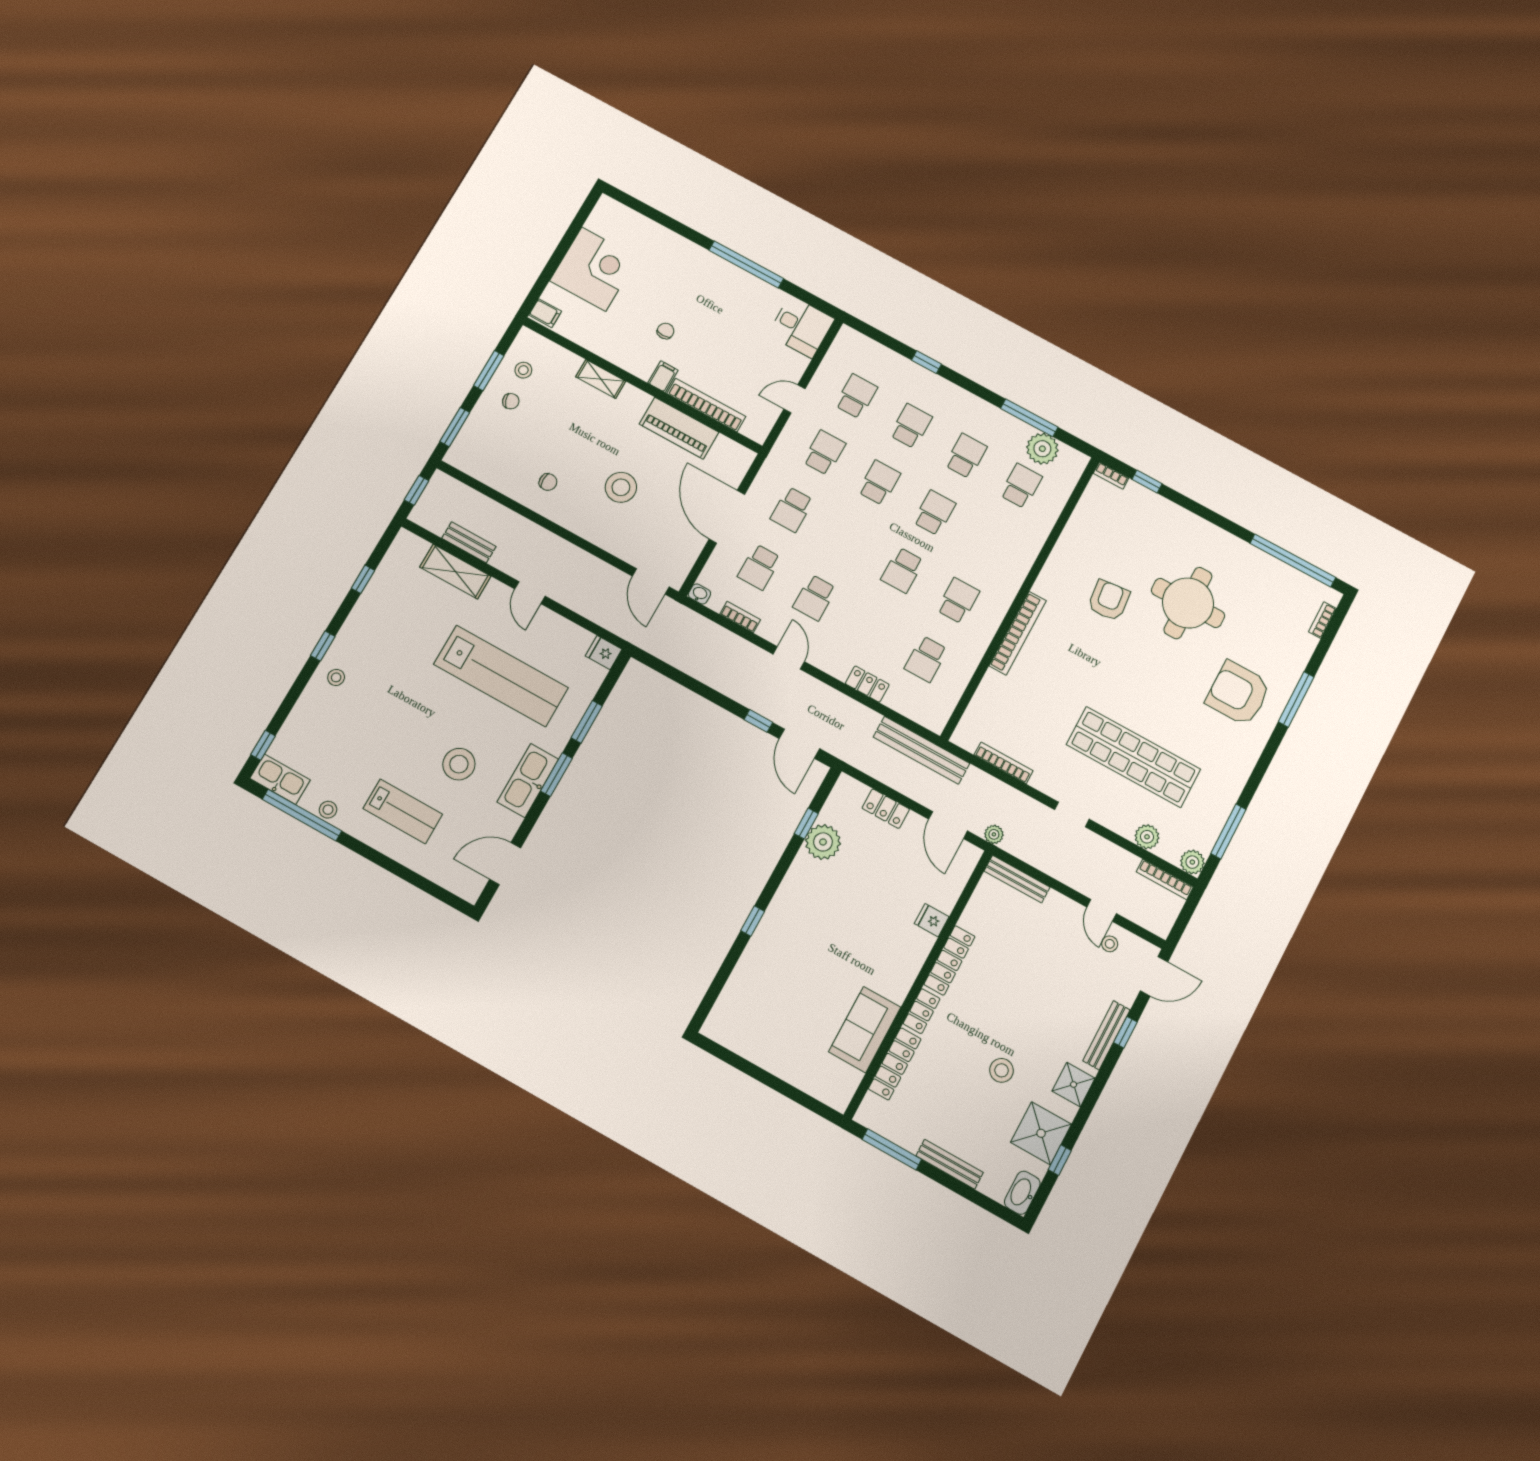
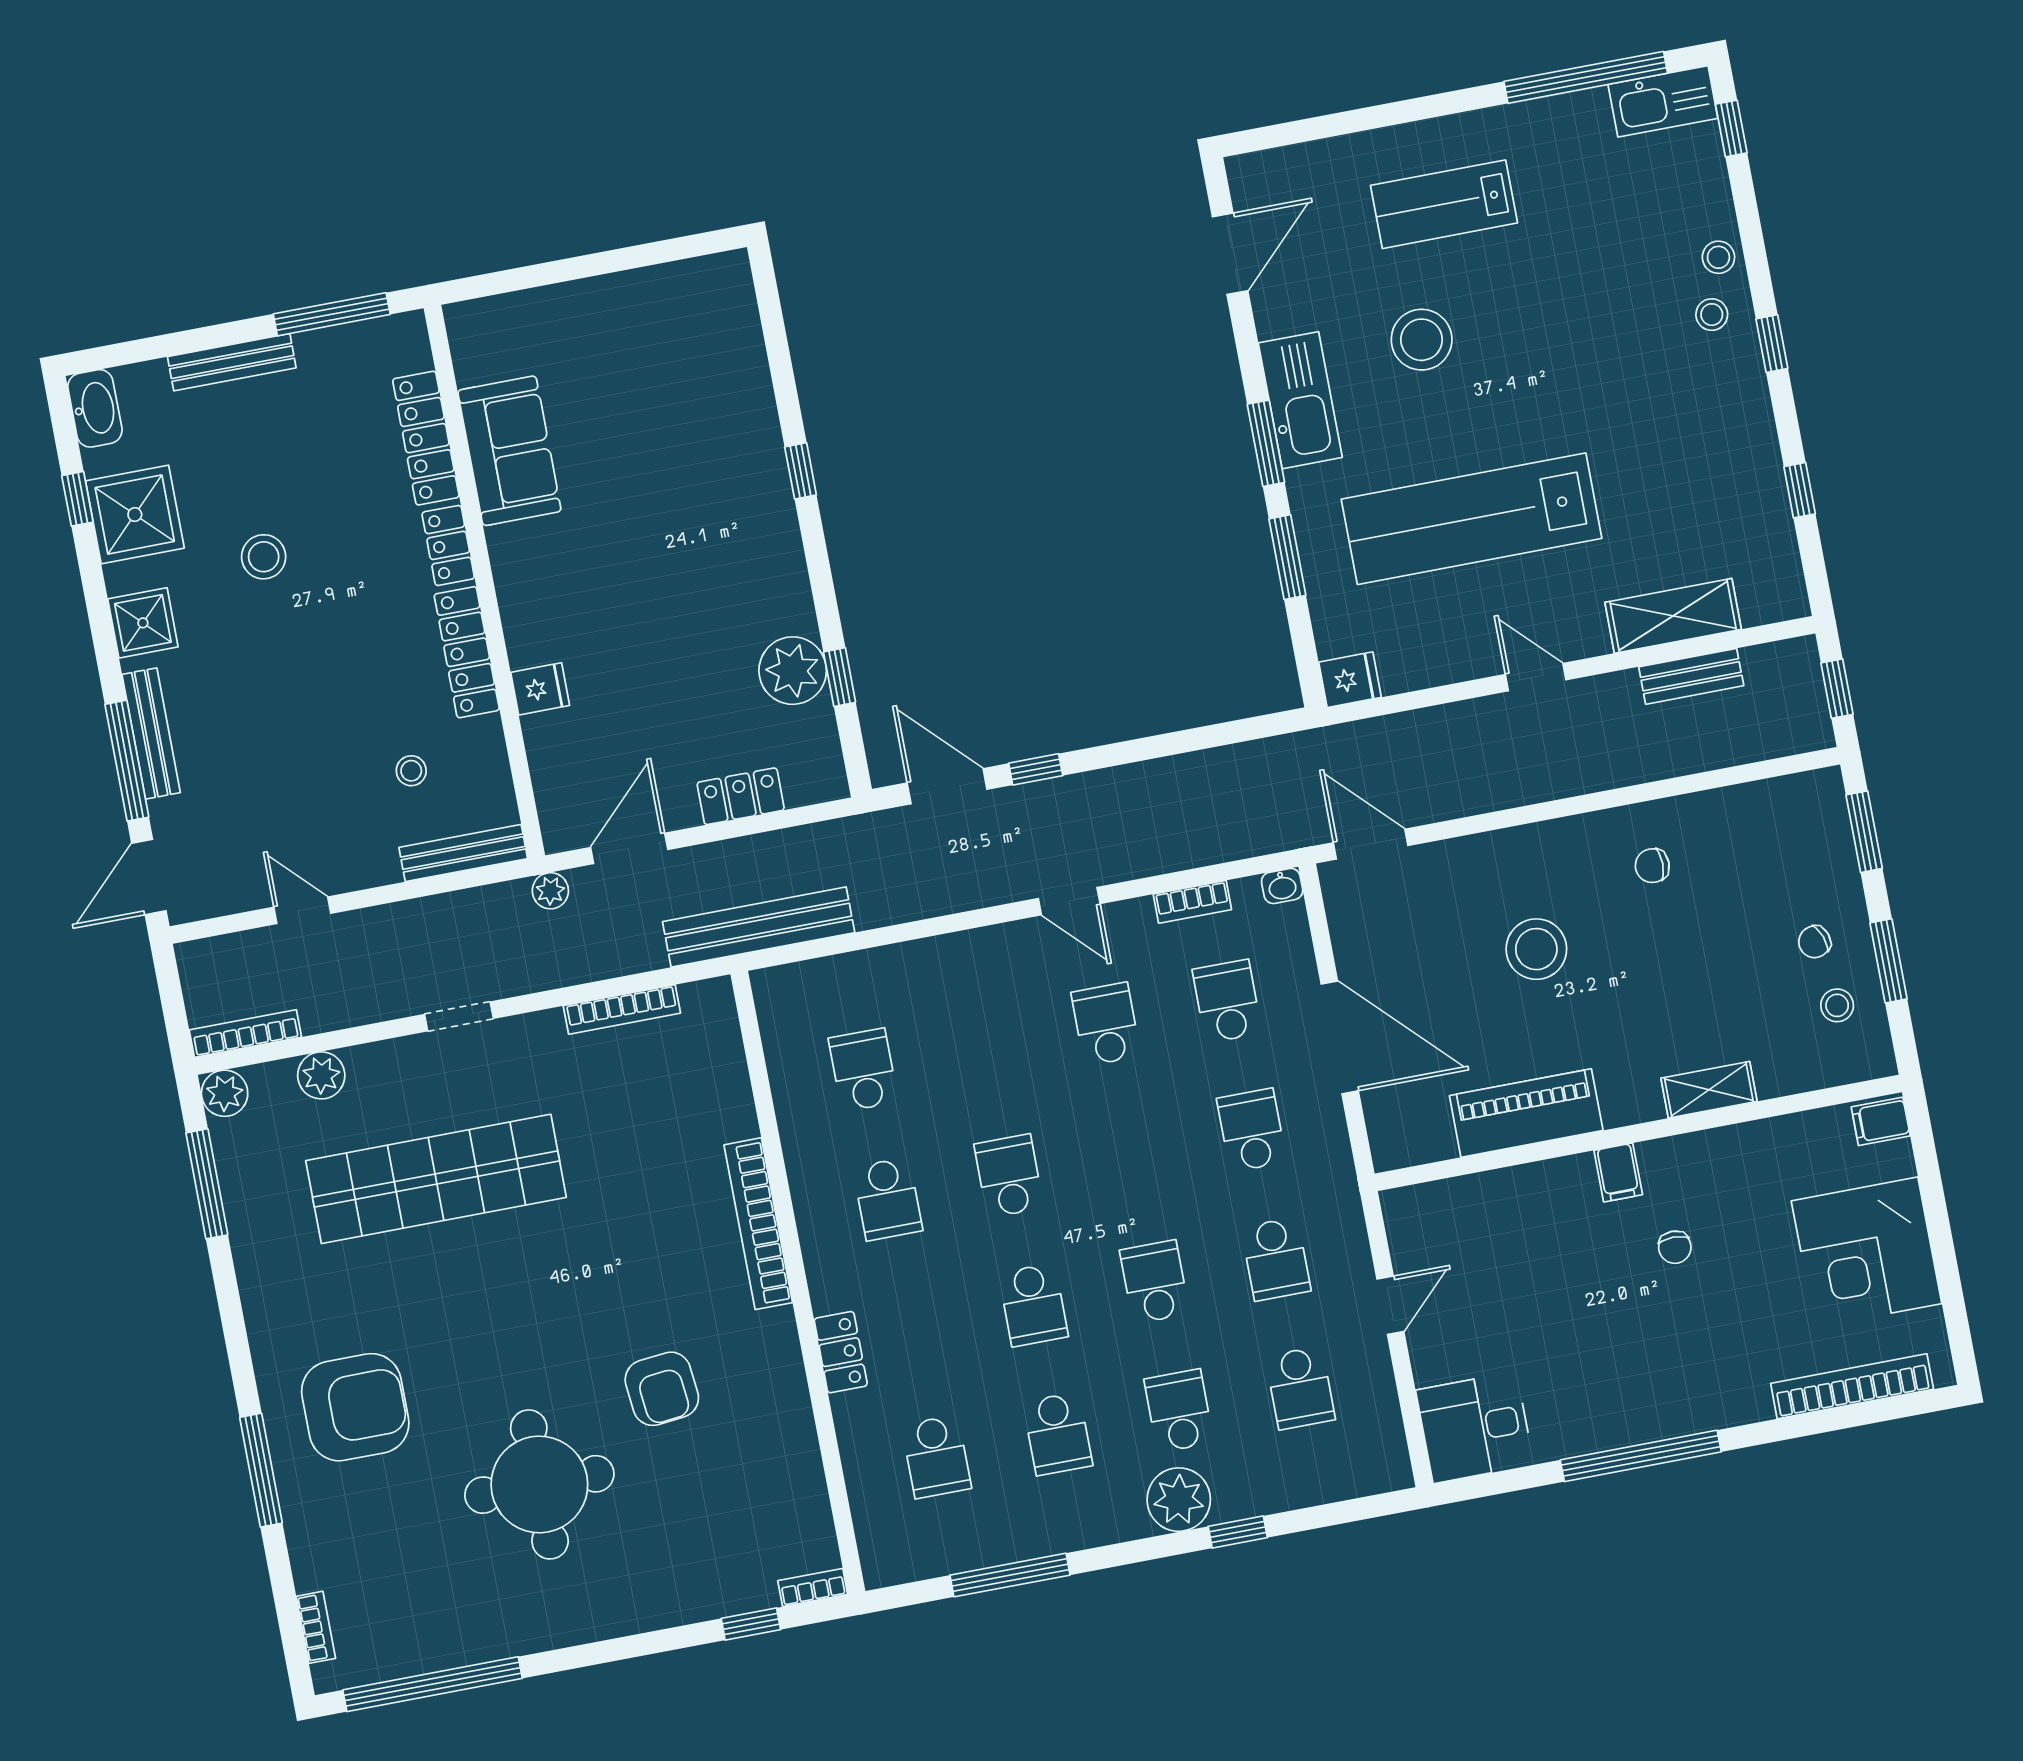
bookcase: (706, 405) -> (1852, 1386), moved, turned 180
school desk: (911, 426) -> (1179, 1411), turned 180
plant: (1042, 449) -> (1179, 1500), moved
school desk: (879, 483) -> (1155, 1282), turned 180
locker: (867, 684) -> (841, 1352), moved, turned -90
stool: (328, 810) -> (1718, 257), moved
door: (948, 825) -> (629, 848), hinge flipped
stool: (1110, 944) -> (411, 771), moved
window: (1125, 1032) -> (127, 761), width x2.17

